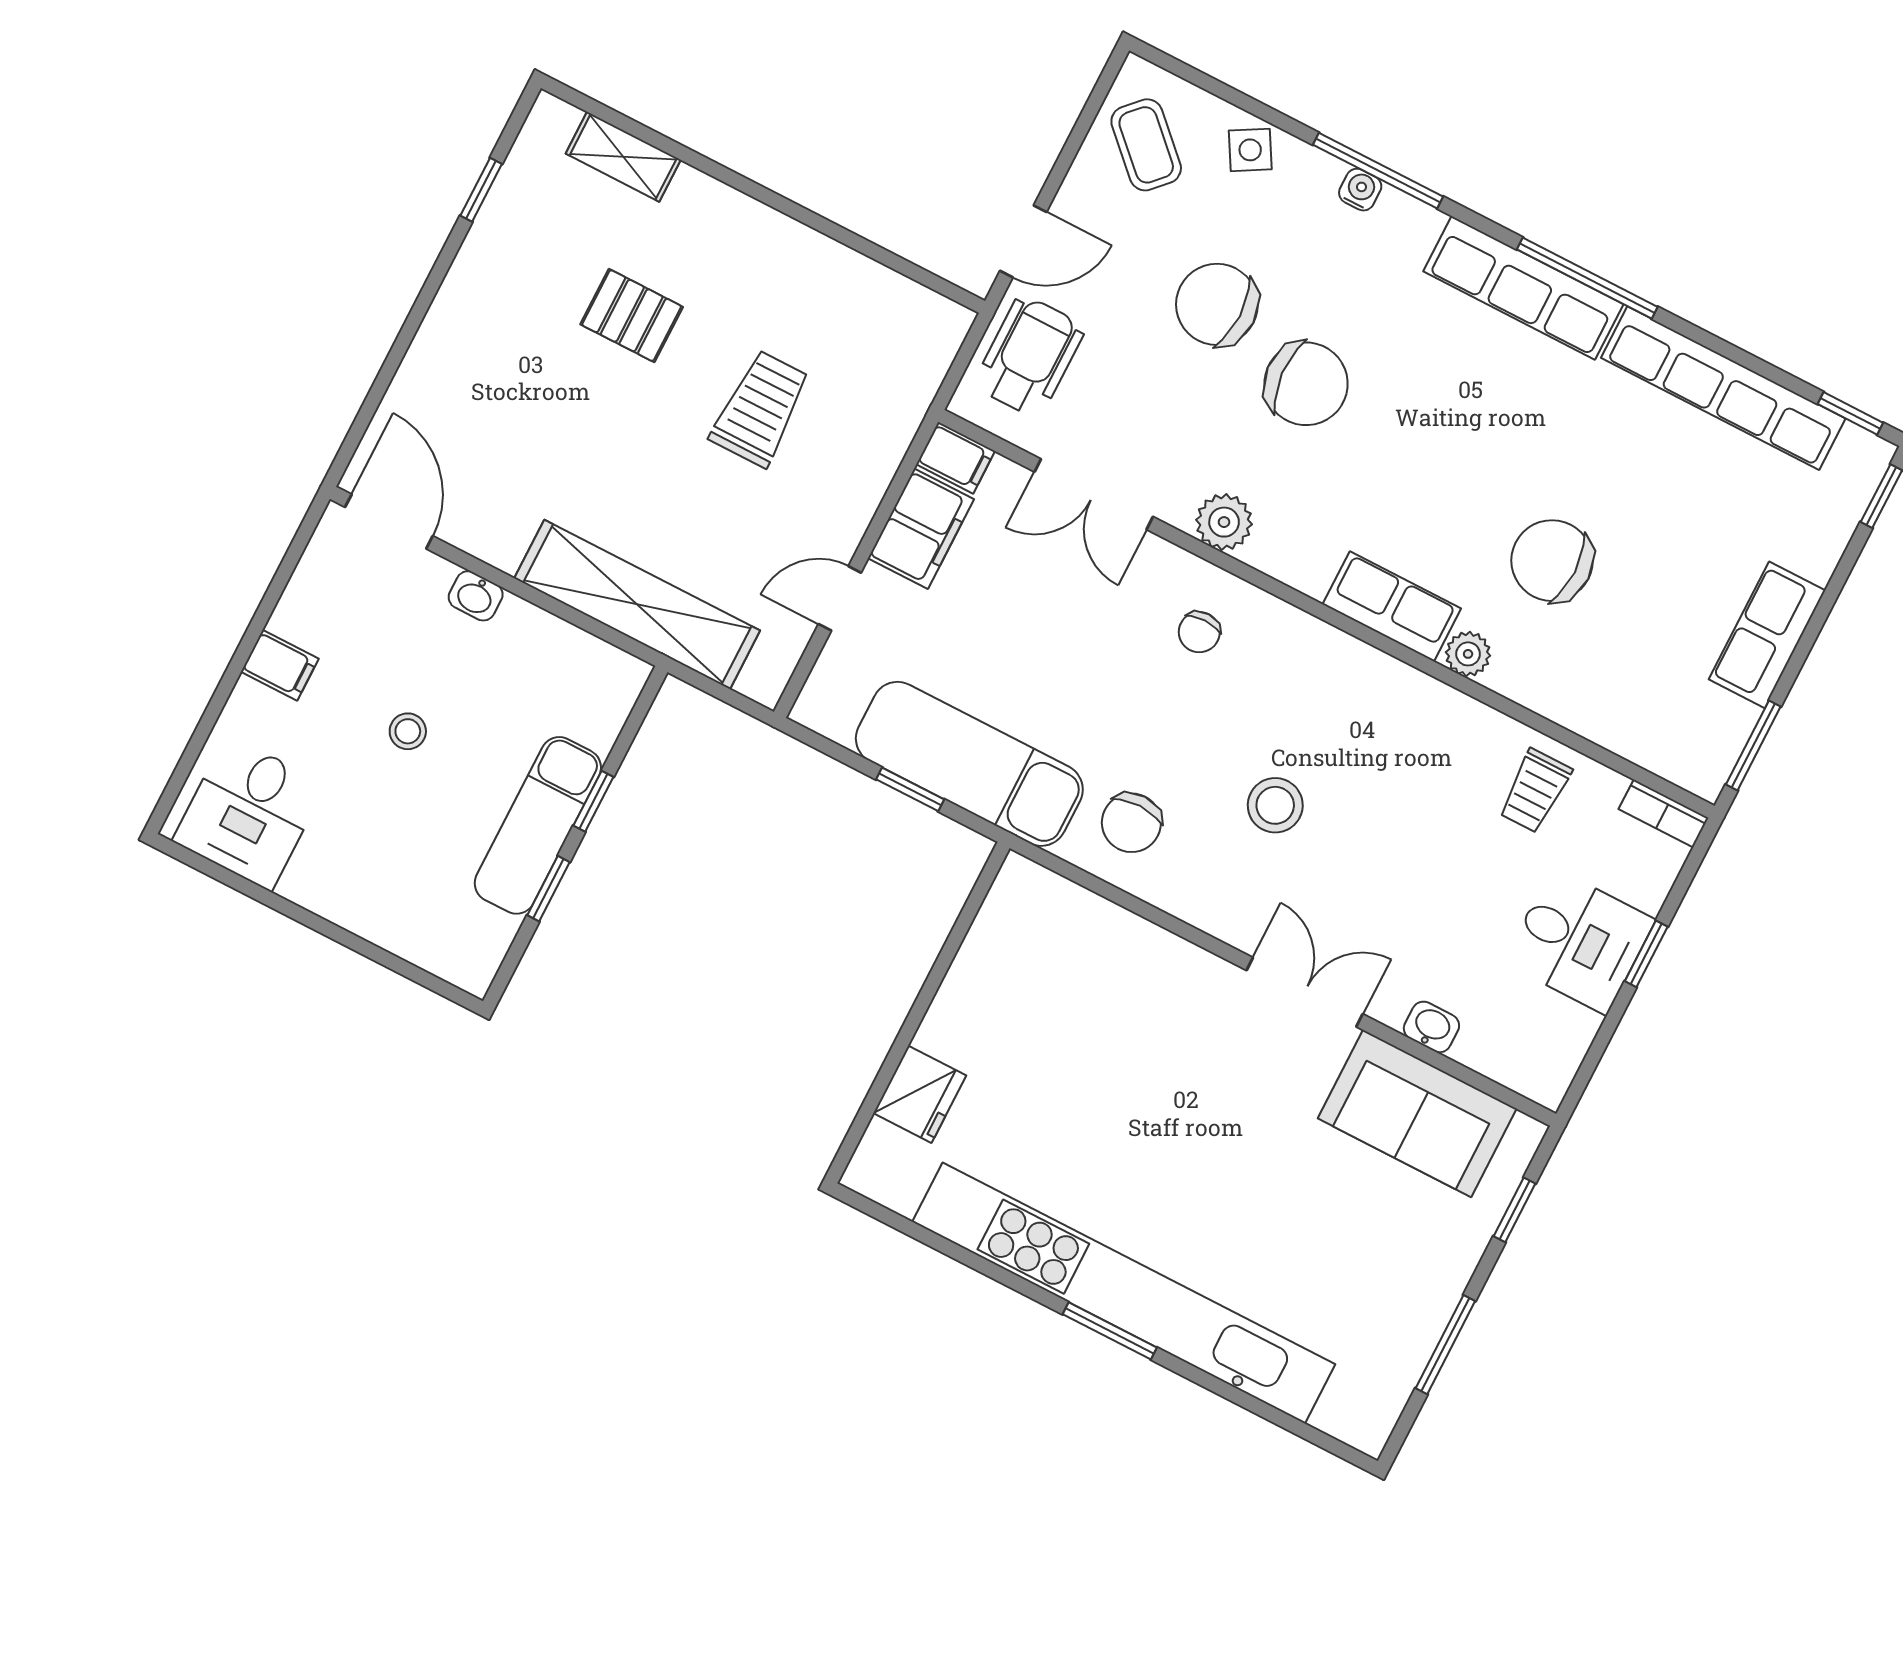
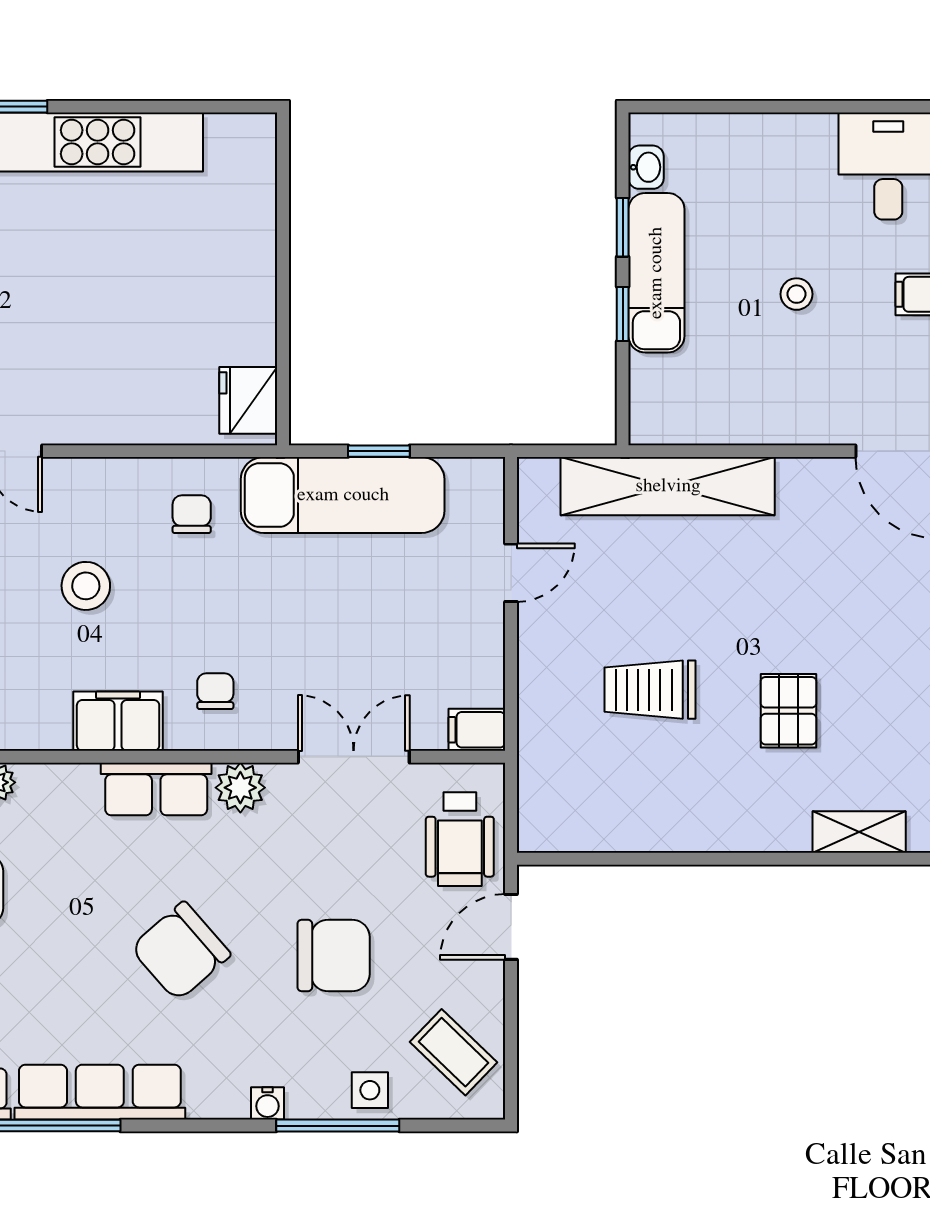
side table: (1250, 150) -> (370, 1090), turned 30
window: (1378, 171) -> (338, 1126), moved
pallet: (632, 316) -> (789, 711), turned 90
chair: (1306, 384) -> (181, 951), moved, turned -37
trolley: (760, 409) -> (650, 690), turned 90
filing cabinet: (921, 529) -> (118, 721), moved, turned 90
washbasin: (476, 596) -> (646, 167), moved, turned 90
row of seats: (1392, 606) -> (156, 789), moved
chair: (1131, 823) -> (192, 514), width x0.73, depth x0.73
fridge: (920, 1094) -> (248, 400), moved

